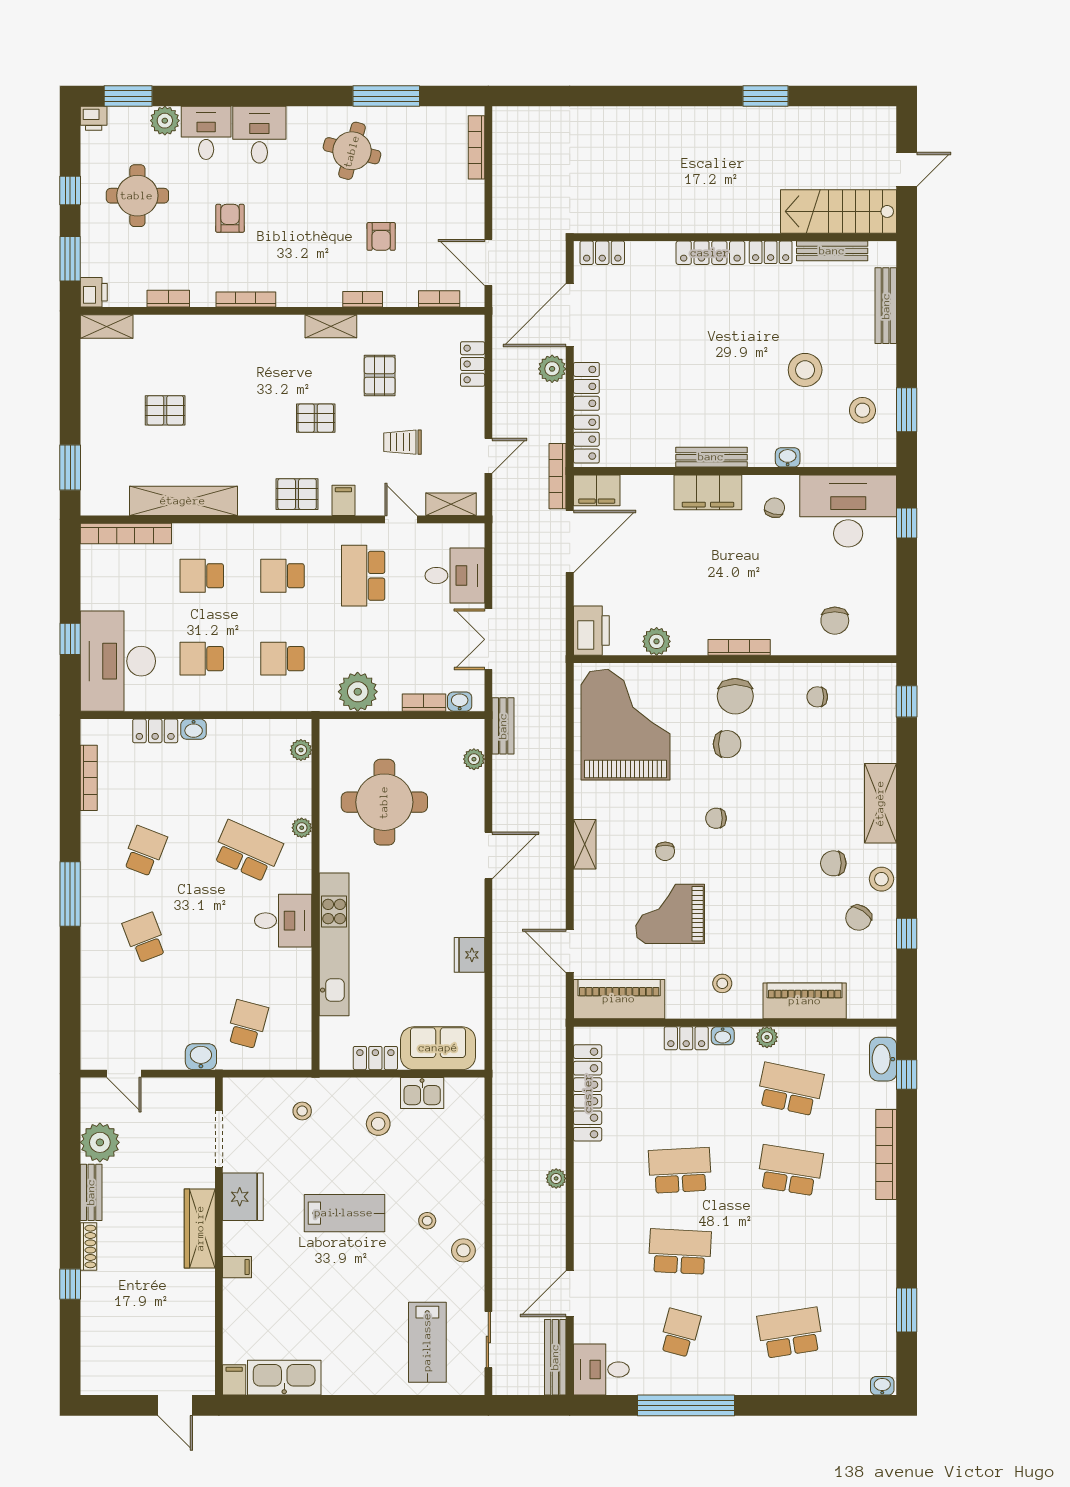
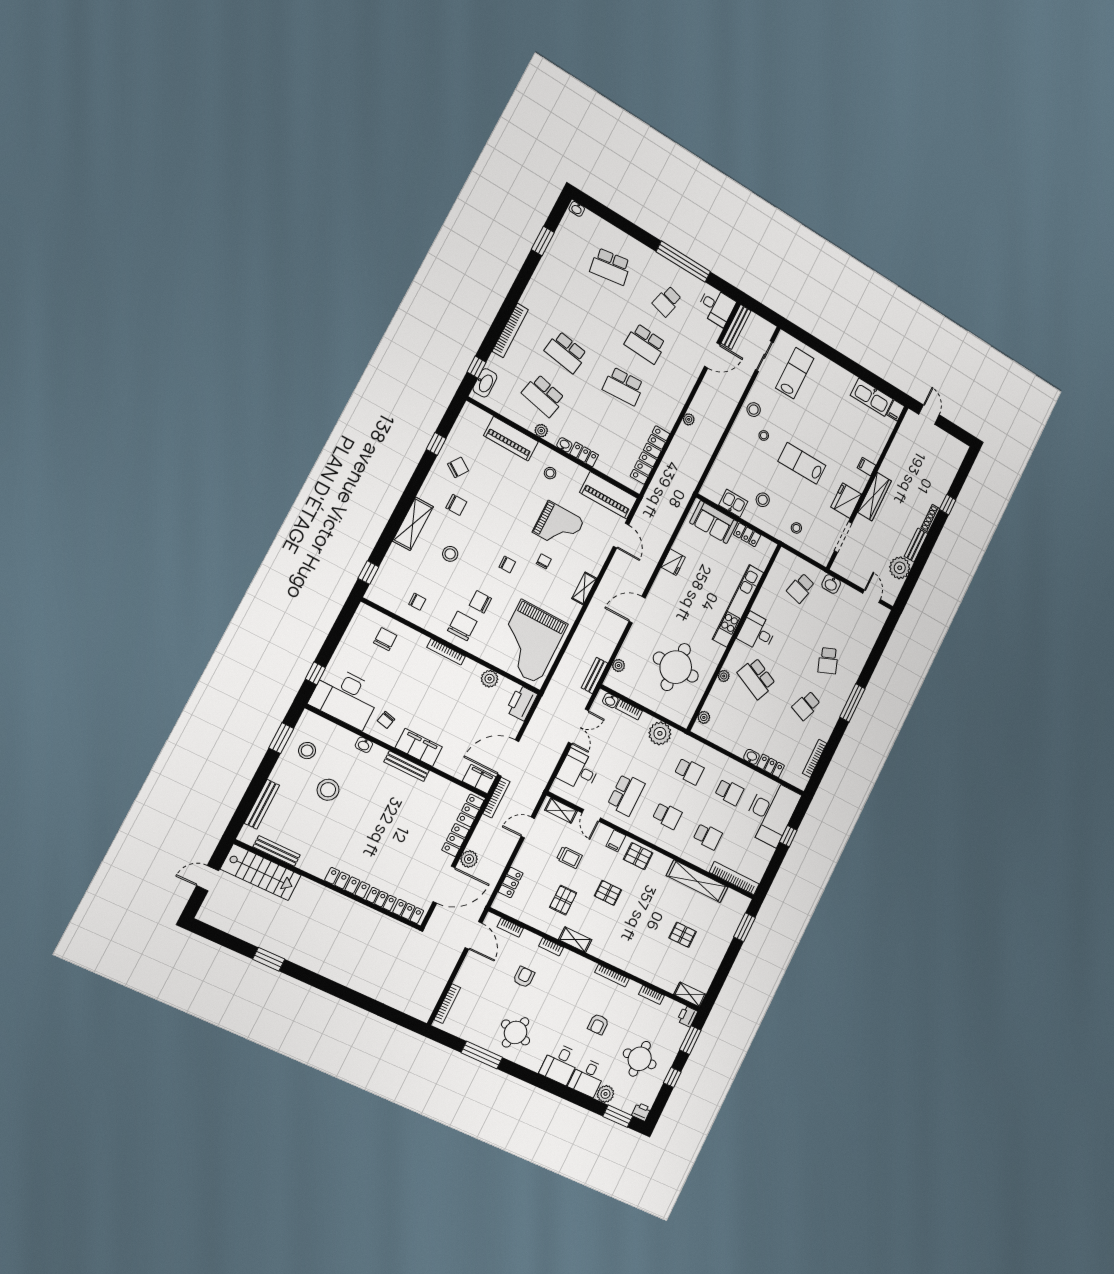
locker: (771, 252) -> (381, 899), moved
stool: (881, 879) -> (450, 554), moved

